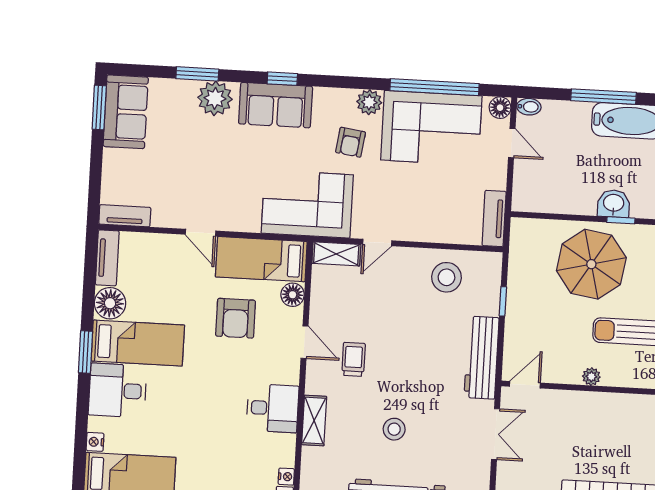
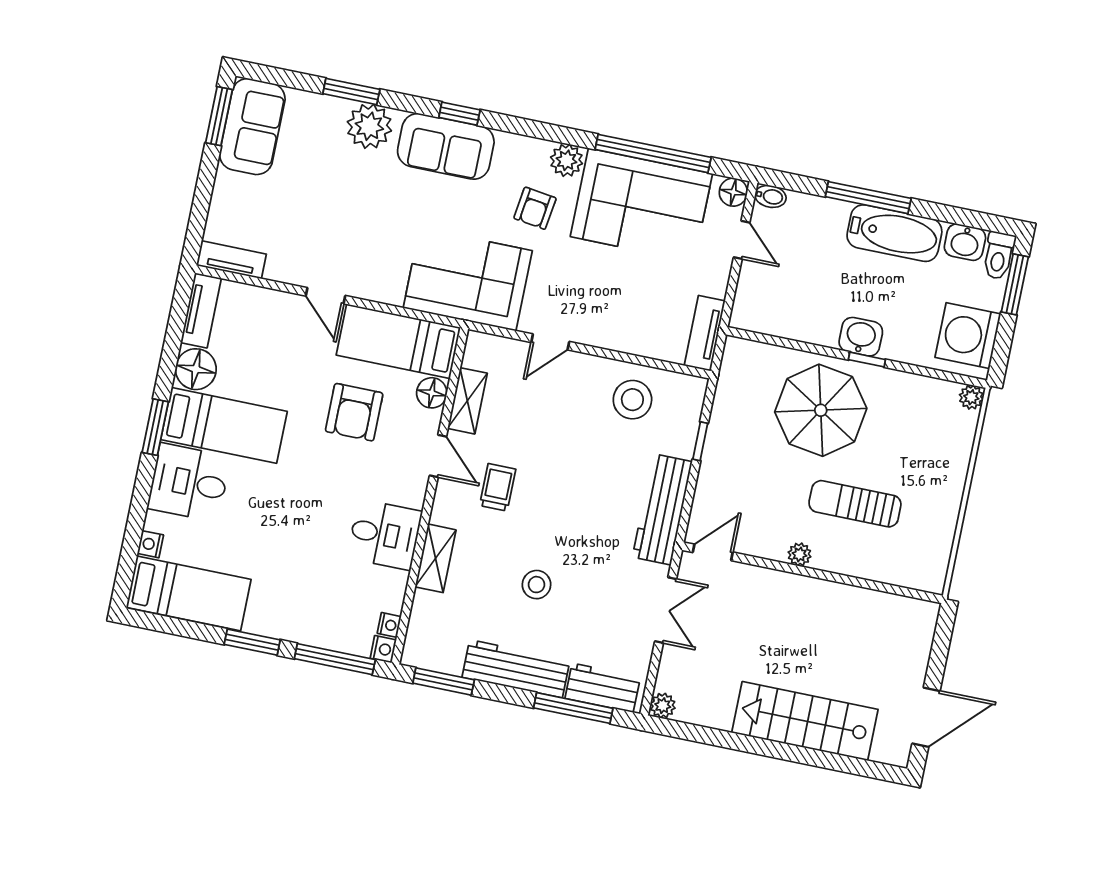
shelving: (336, 254) -> (467, 401), moved, turned 90

